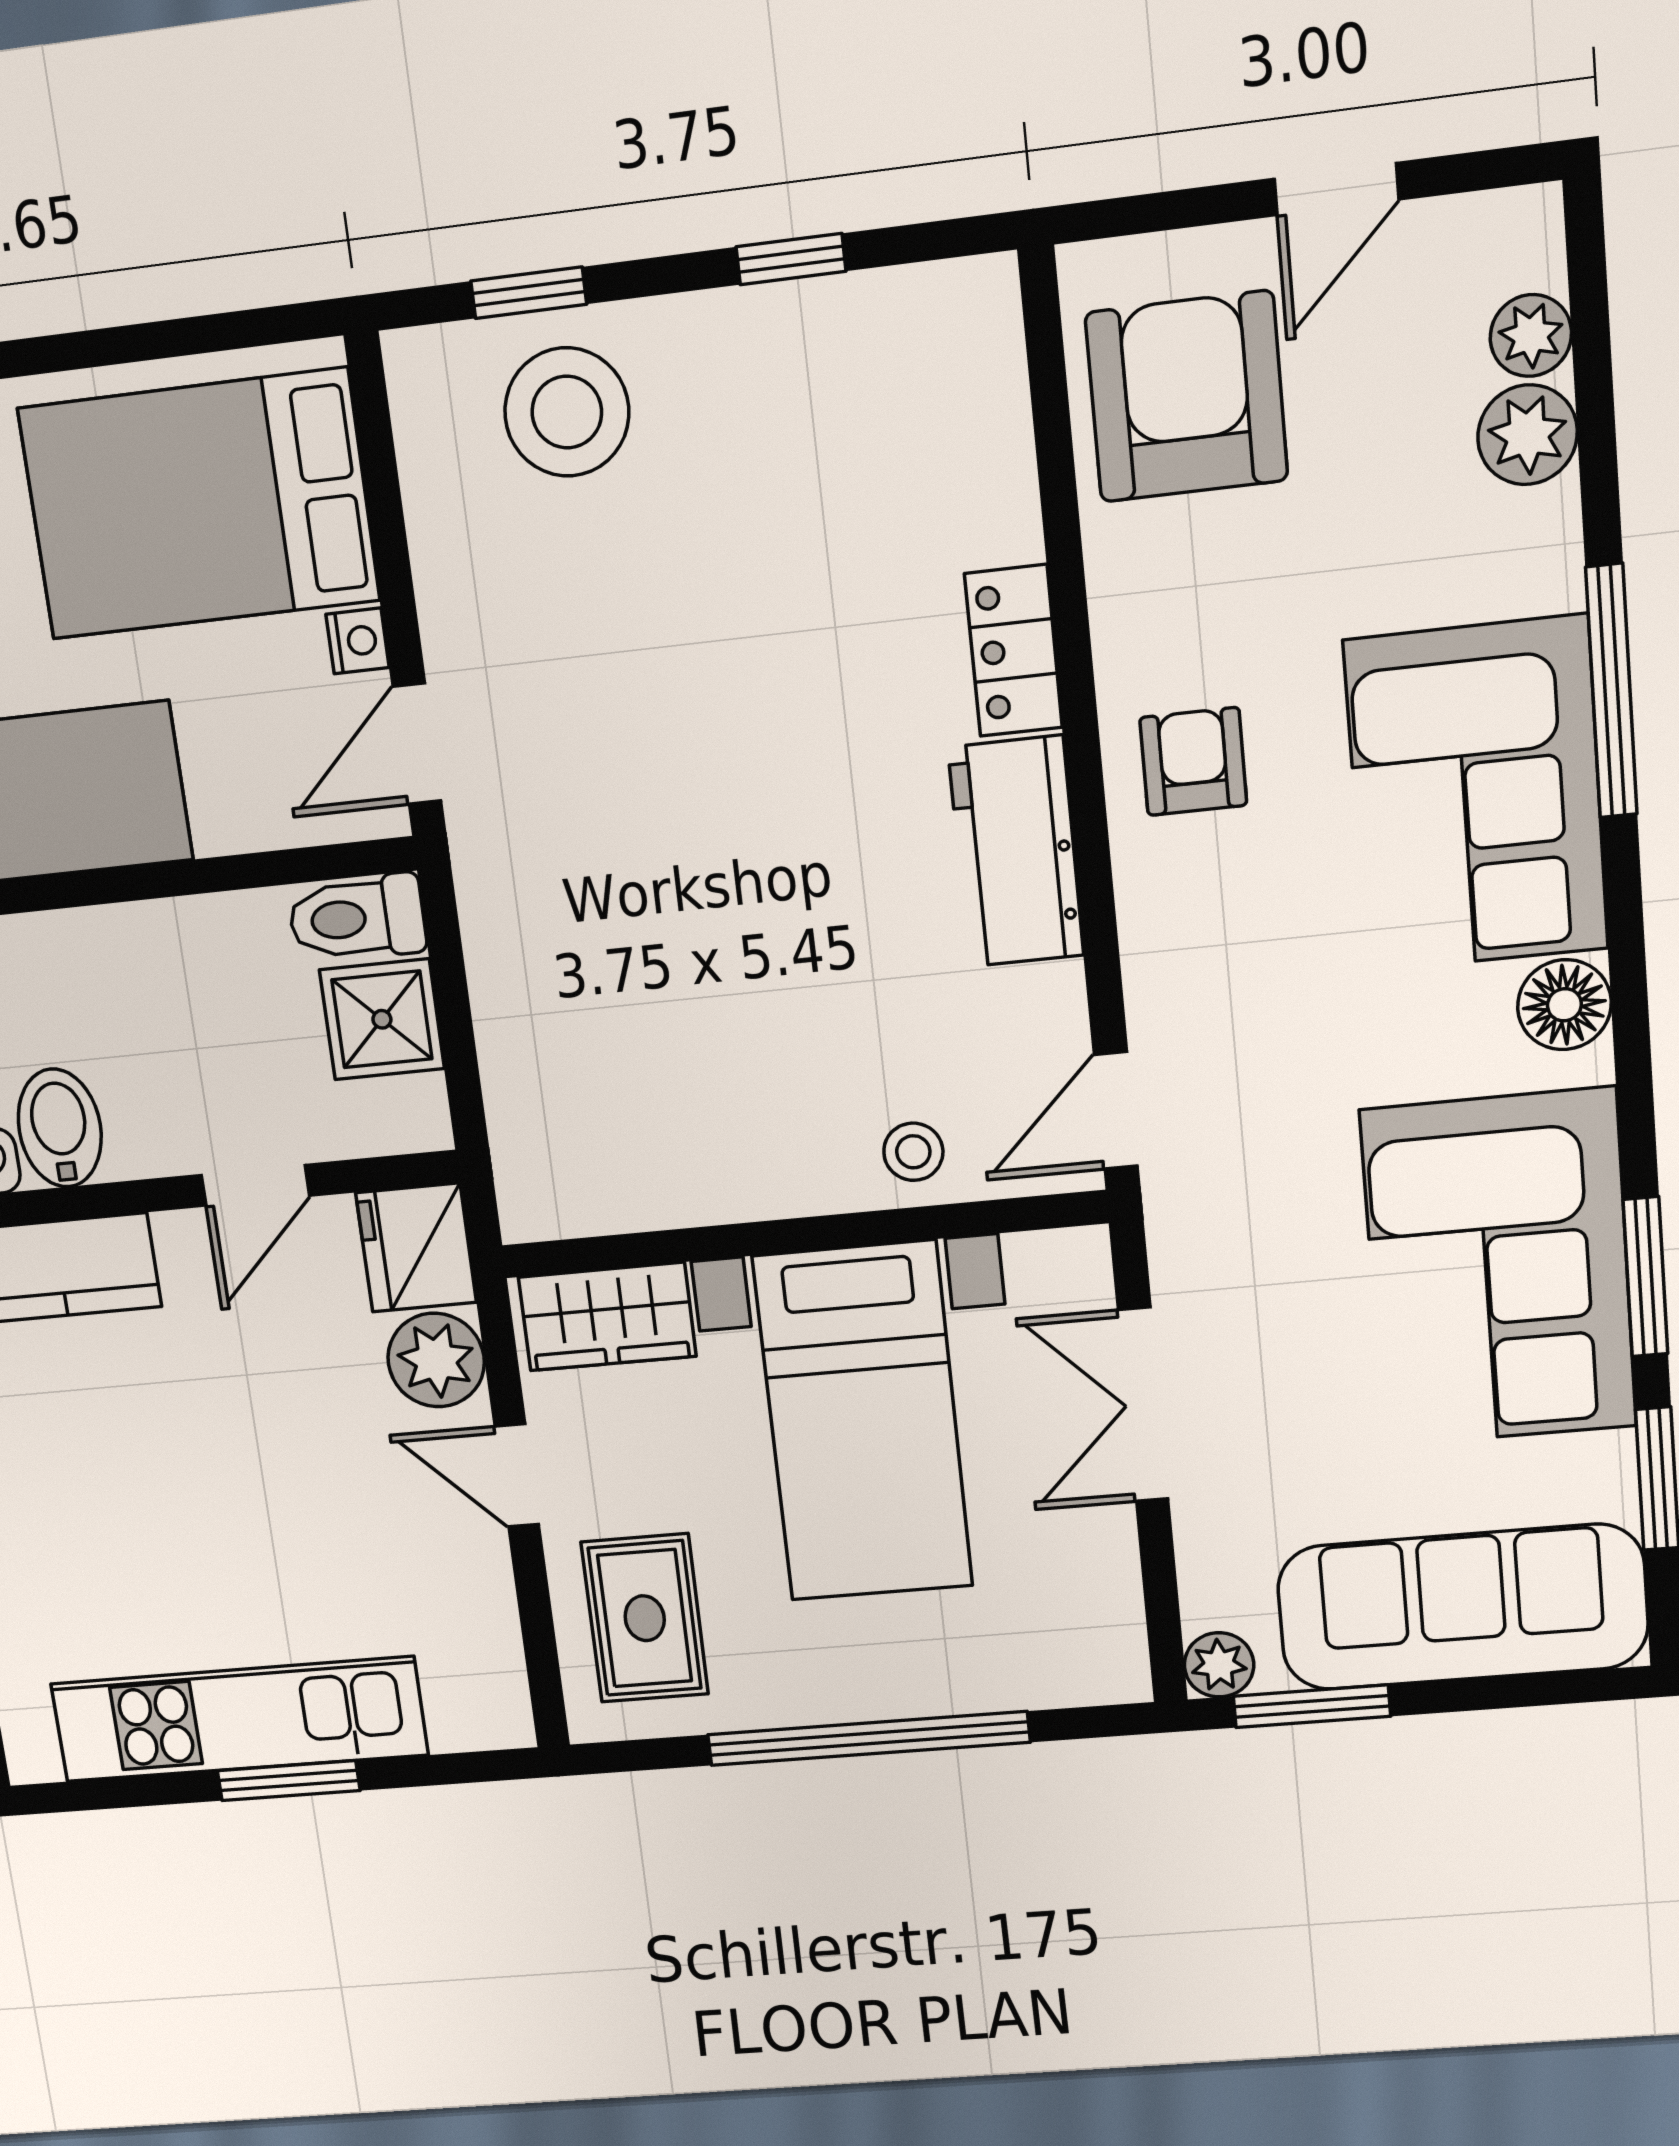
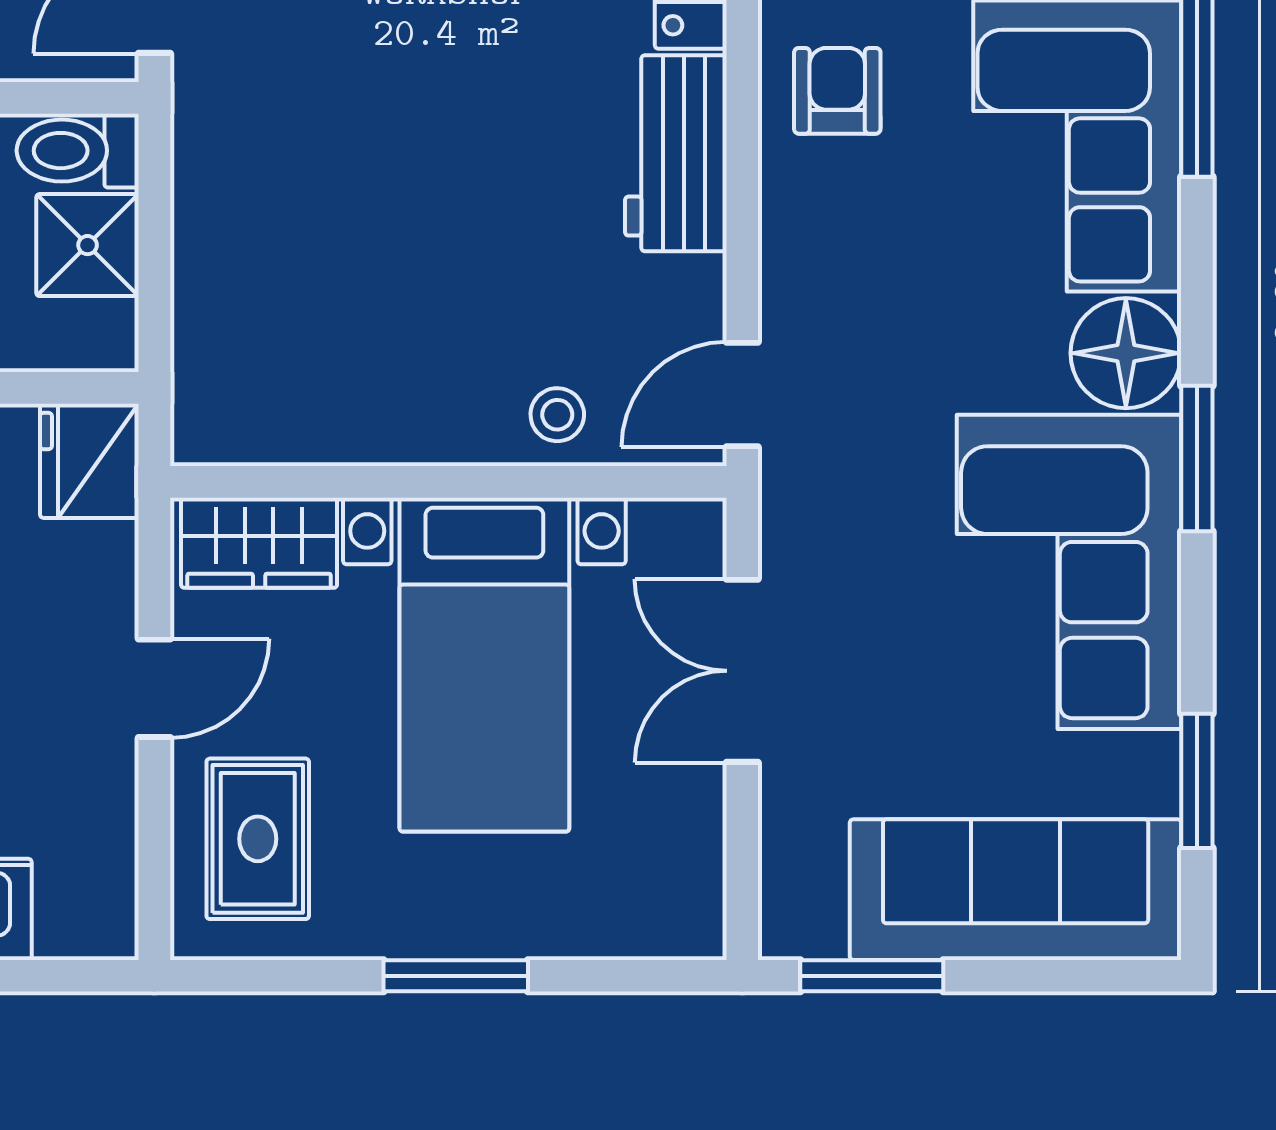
floor lamp: (1564, 1005) -> (1126, 353), width x1.38, depth x1.38
window: (1645, 1277) -> (1197, 459), moved
plant: (436, 1360) -> (93, 570), removed
door: (517, 1475) -> (154, 688), swing flipped
plant: (1219, 1665) -> (790, 928), removed
window: (868, 1738) -> (456, 976), width x0.47

